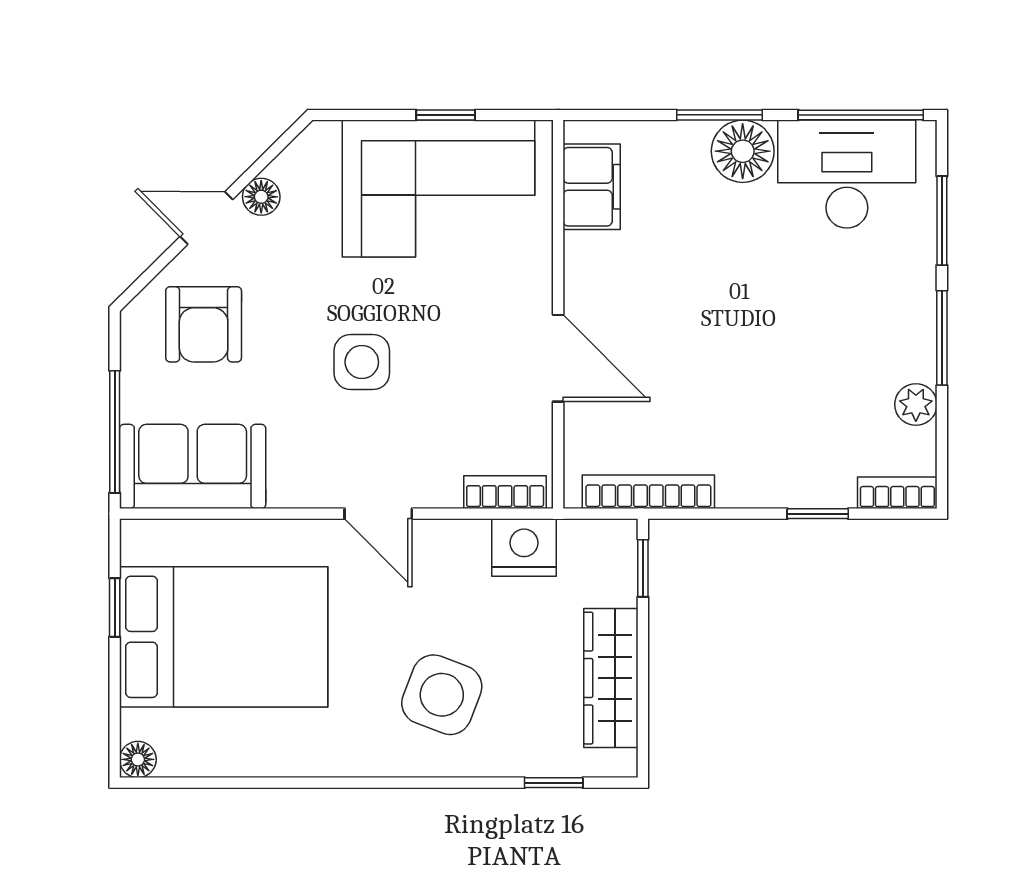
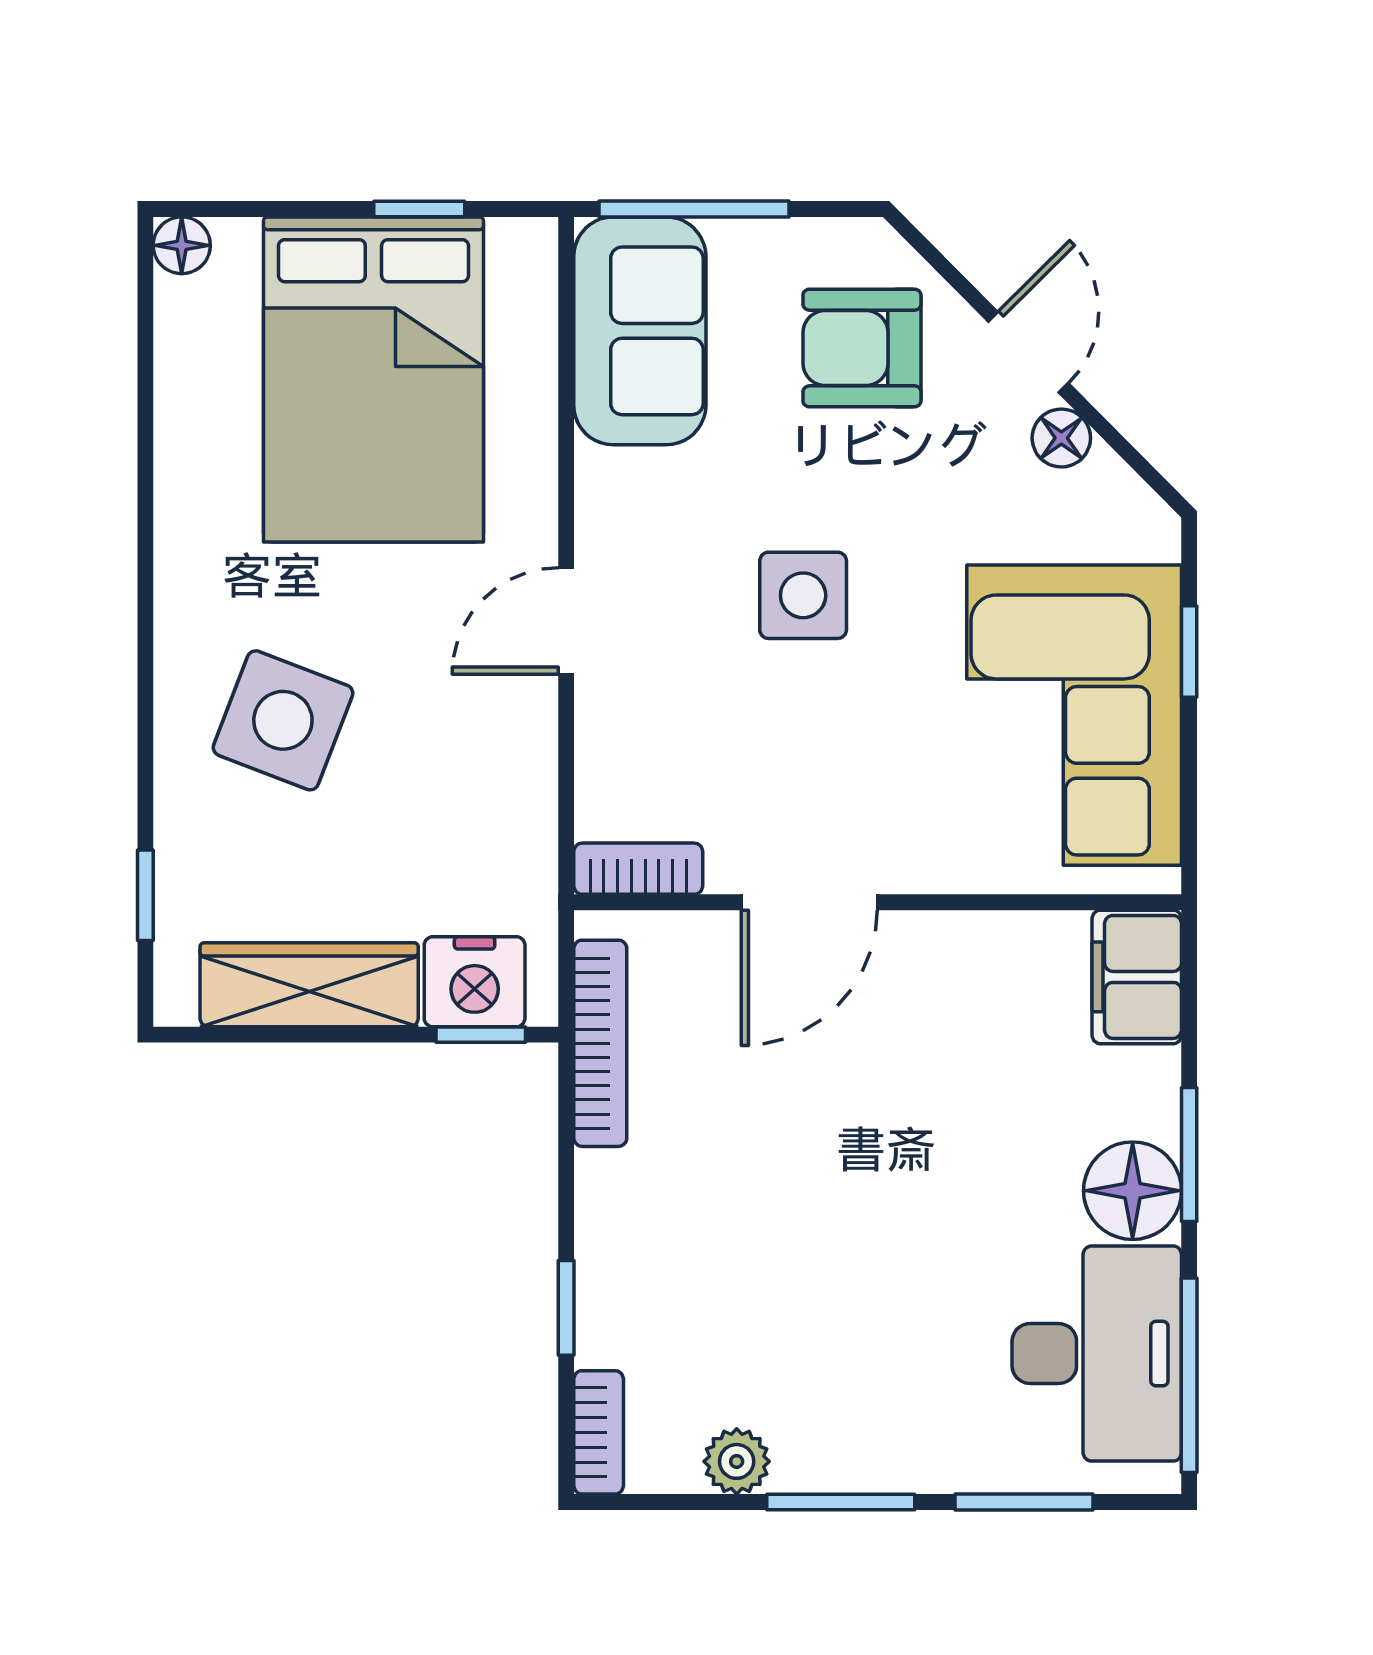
window: (446, 115) -> (1189, 651), moved
filing cabinet: (592, 187) -> (1137, 977), moved, turned 90
bookcase: (505, 492) -> (638, 869), moved, turned -90
nightstand: (524, 547) -> (475, 982), moved, turned 90

